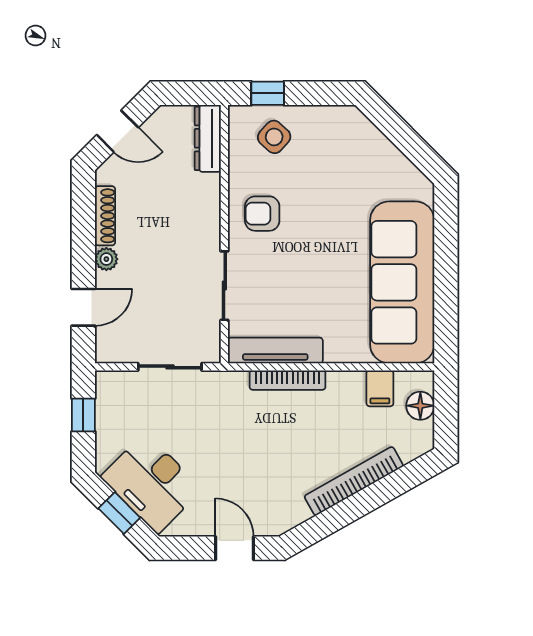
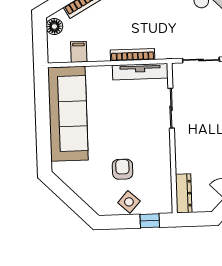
side table: (274, 137) -> (129, 202), moved
armchair: (262, 214) -> (123, 169), moved, turned -90
floor lamp: (420, 406) -> (54, 26), moved

